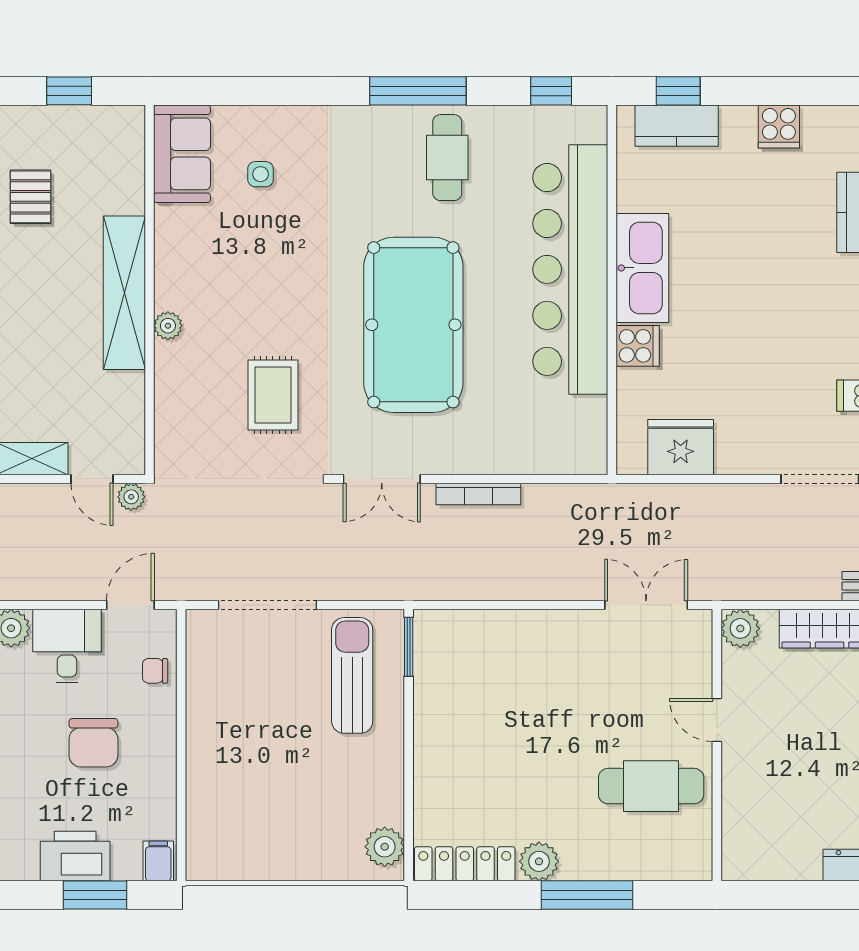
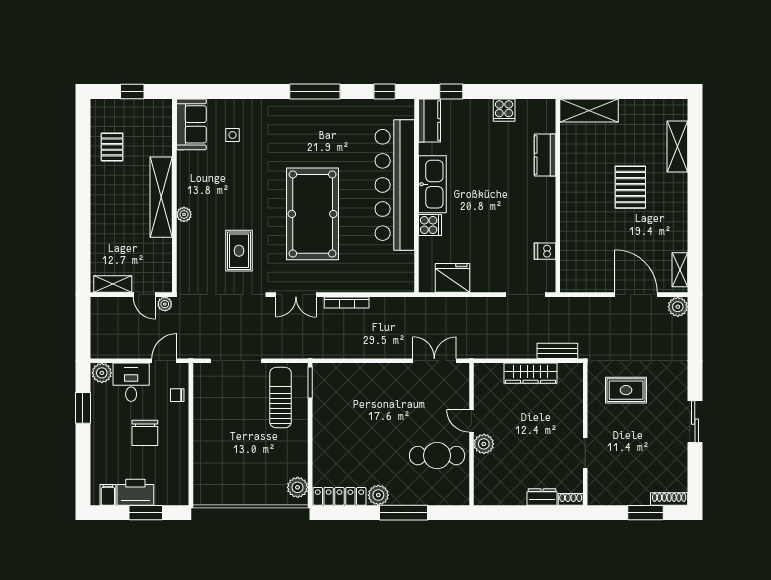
kitchen counter: (677, 126) -> (430, 121), moved, turned -90
cafe table: (447, 158) -> (330, 126), removed
plant: (740, 628) -> (484, 444), moved
filing cabinet: (158, 861) -> (108, 495), moved

